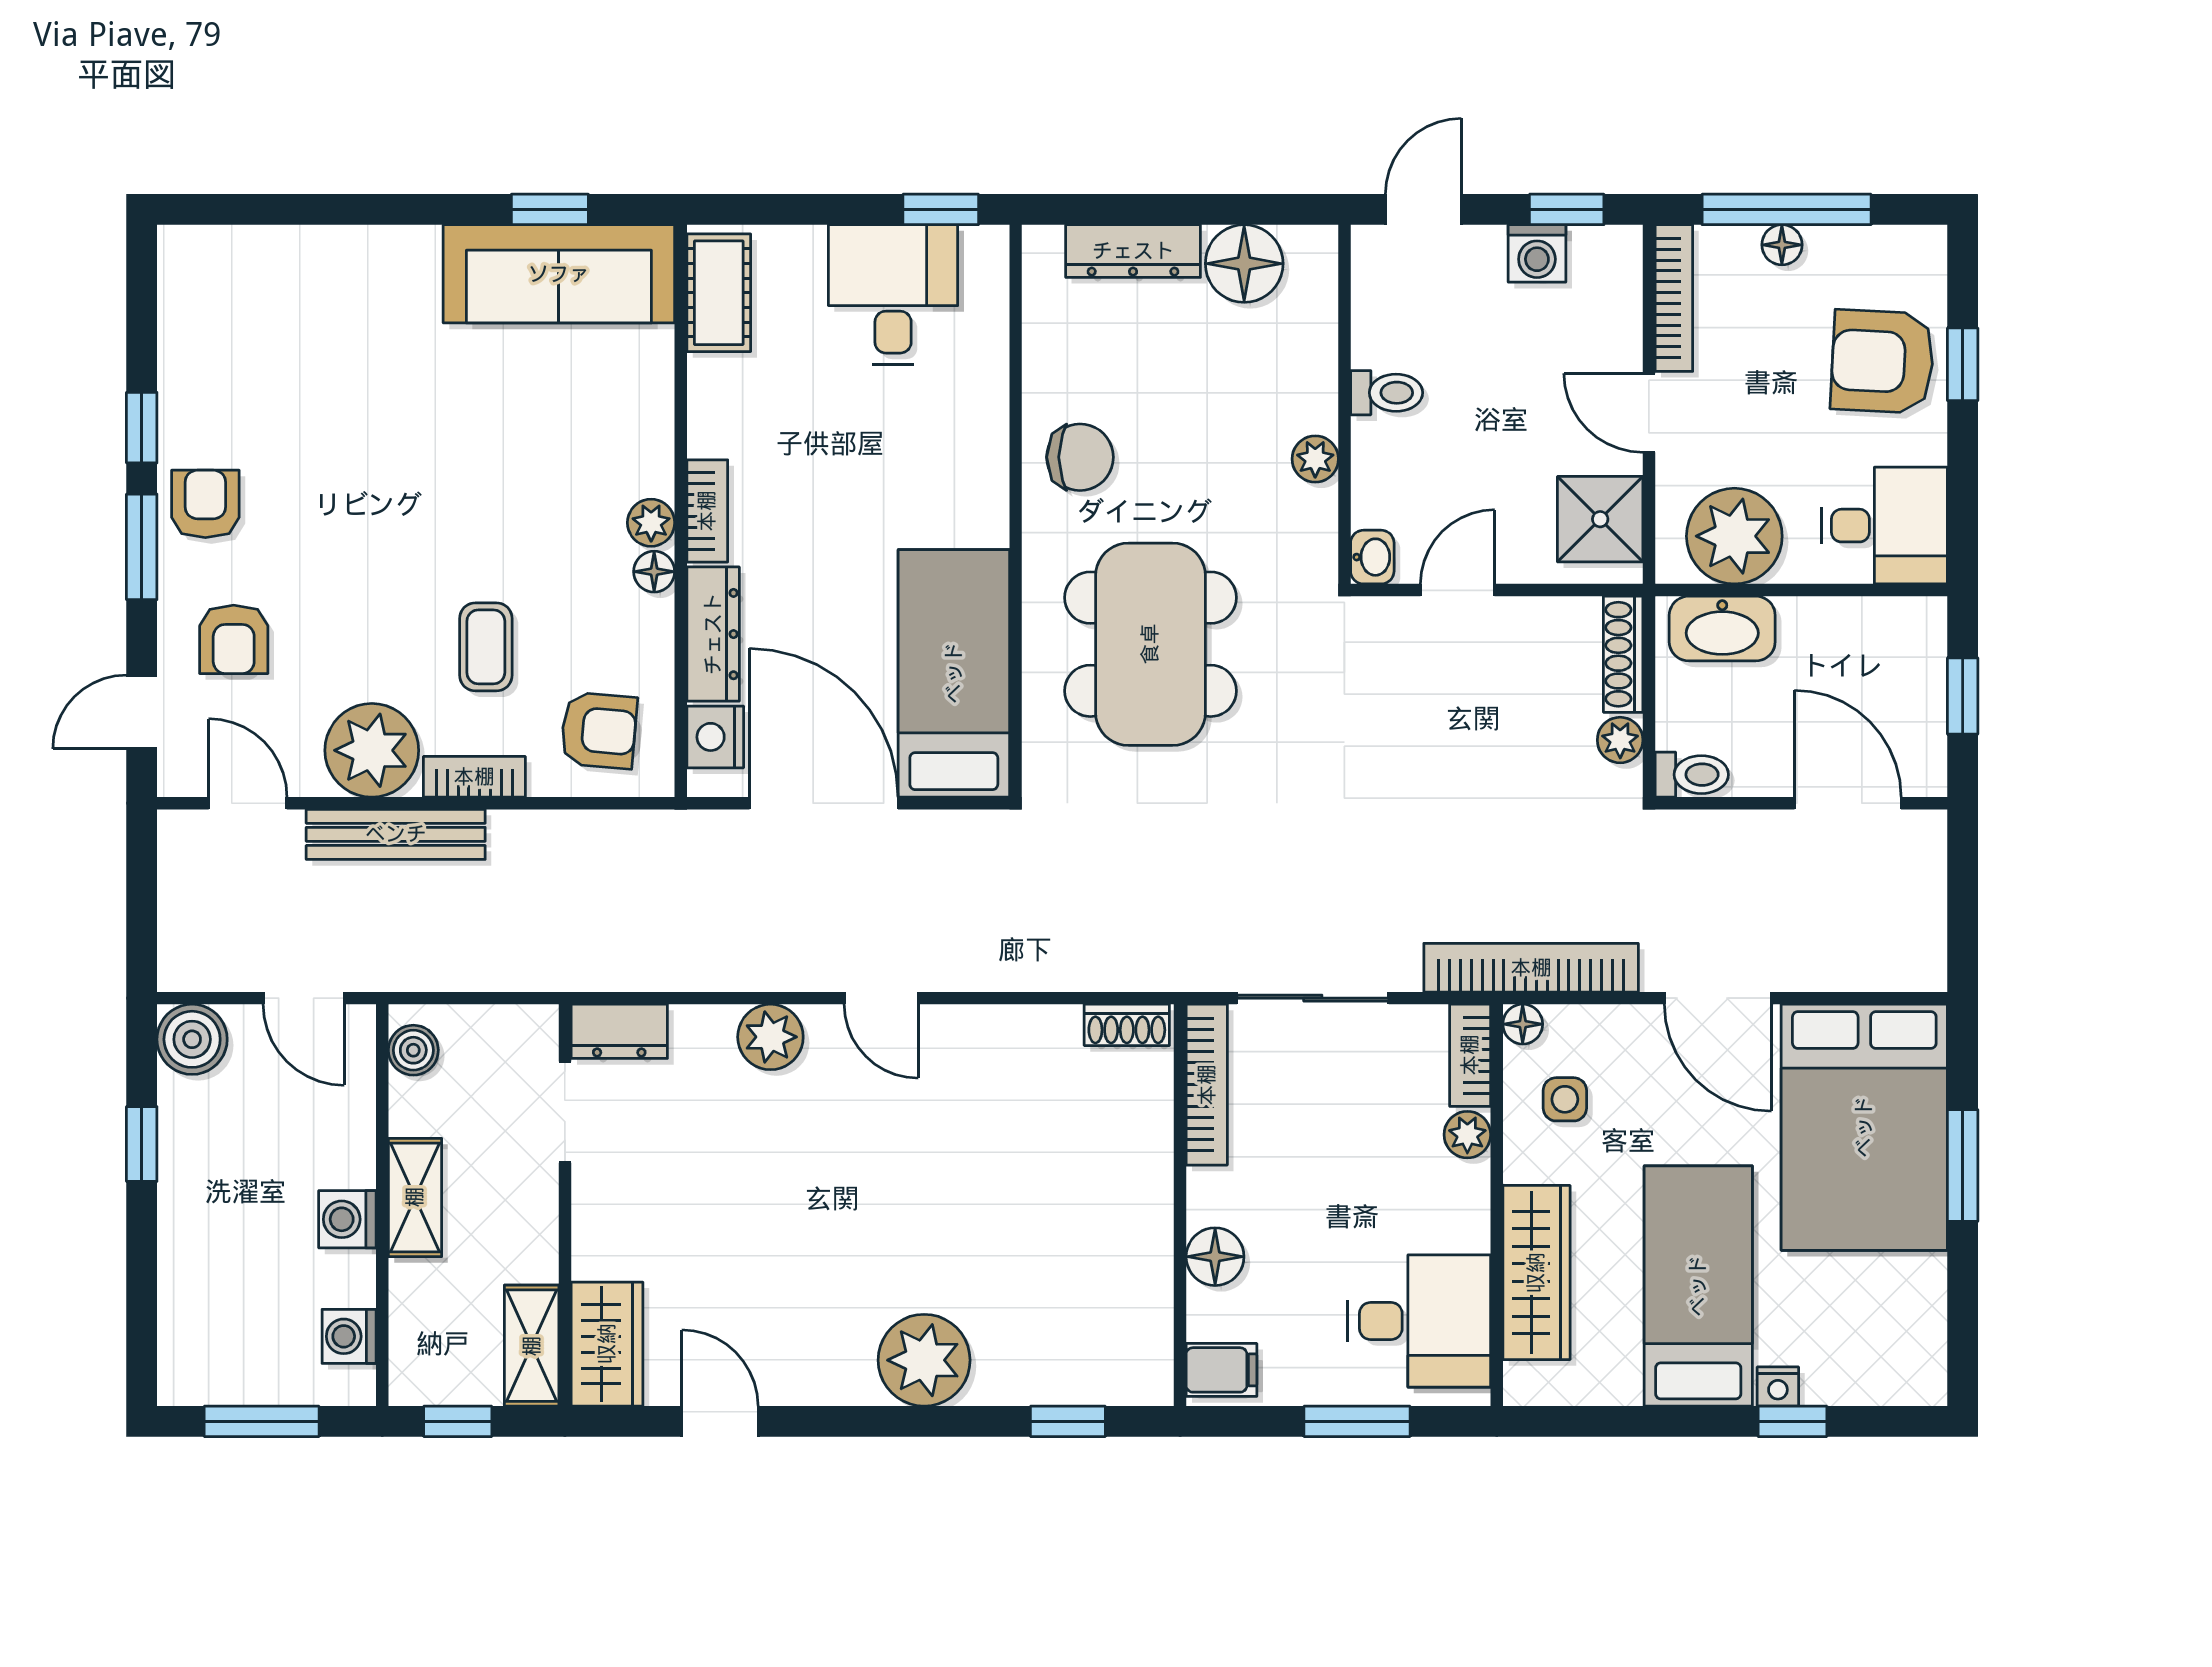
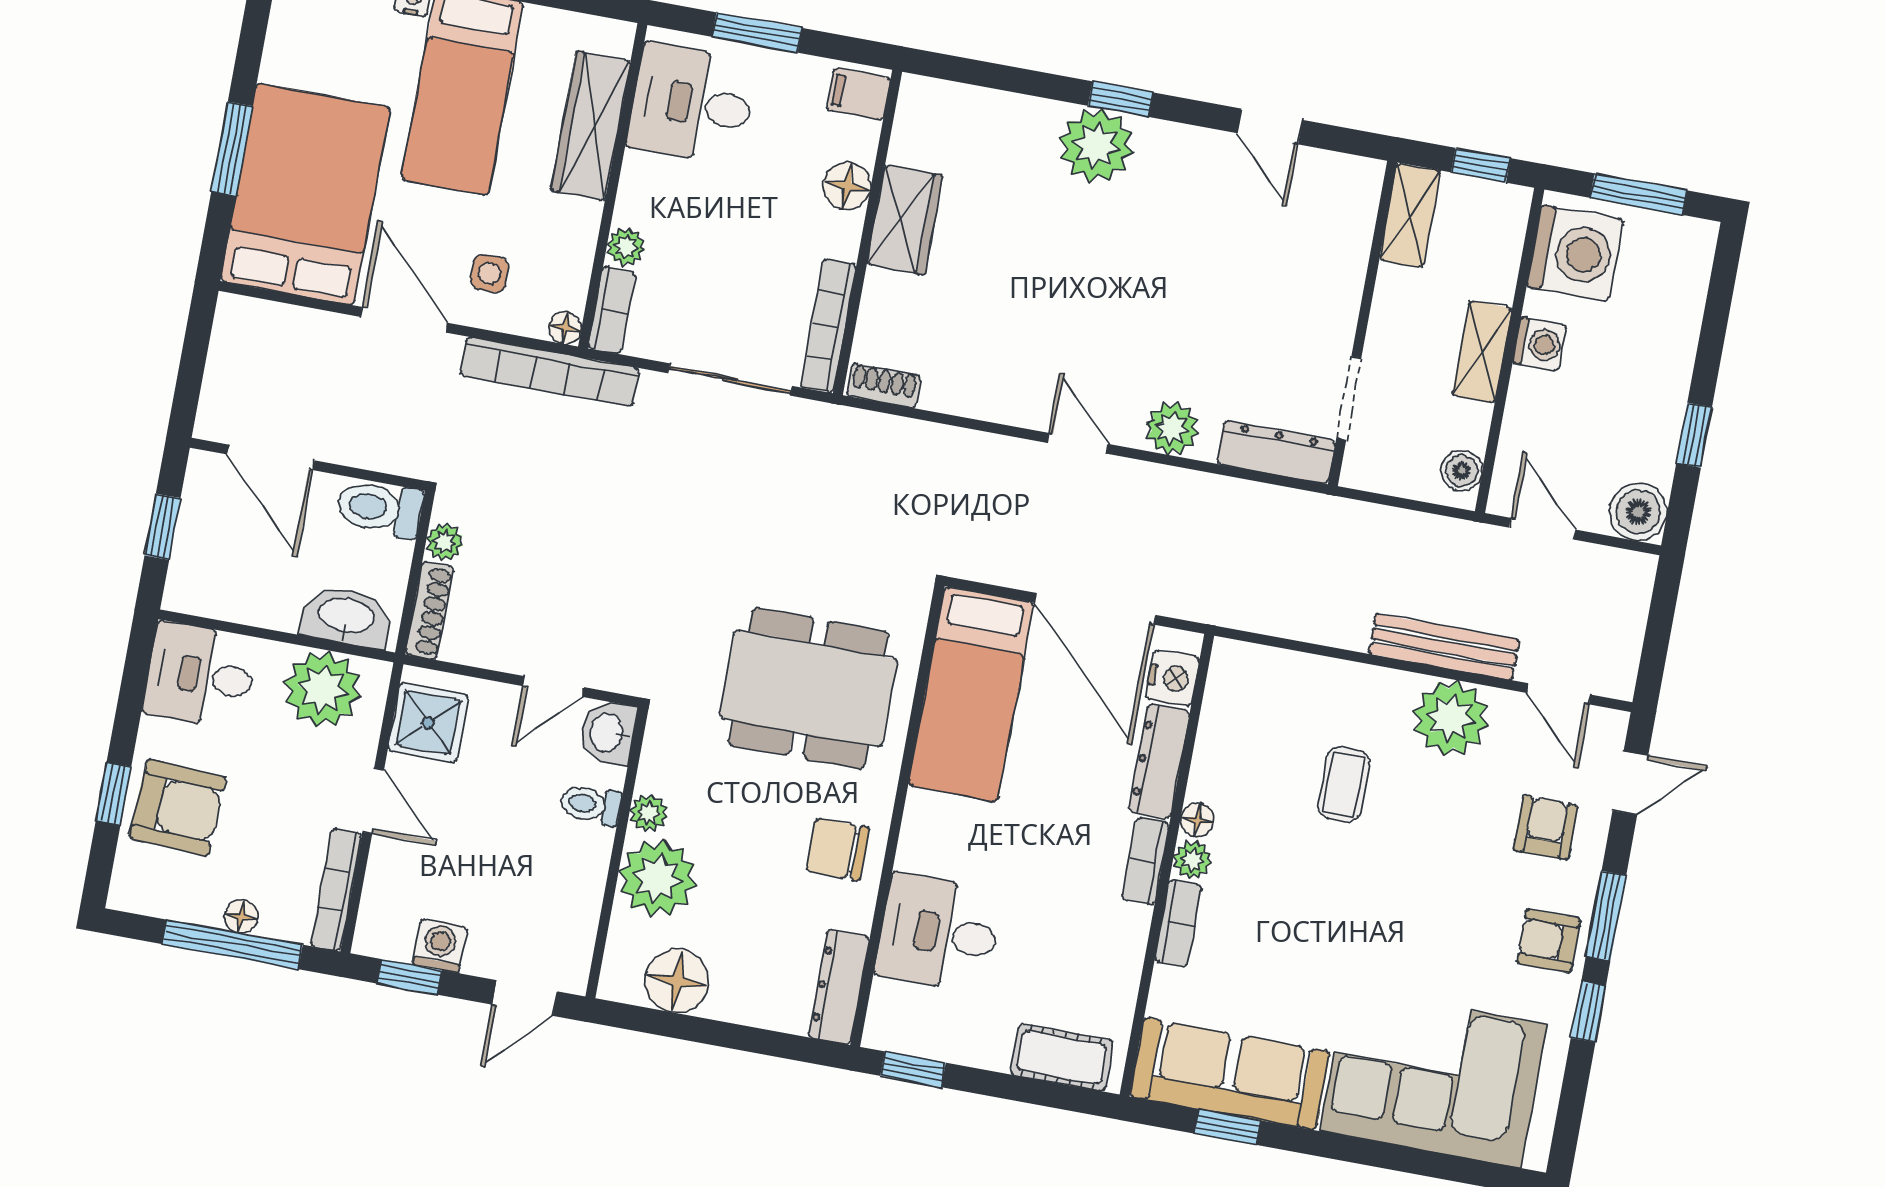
dresser: (1133, 251) -> (839, 987), moved, turned -90
cot: (719, 293) -> (1062, 1057), moved, turned 90
desk: (893, 294) -> (939, 933), moved, turned 90
corner sofa: (313, 314) -> (1433, 1078), added
plant: (1290, 383) -> (657, 878), added
toilet: (1387, 393) -> (591, 805), moved
armchair: (205, 504) -> (1548, 941), turned 90
washbasin: (1372, 557) -> (608, 733), width x1.38, depth x1.45
dining table: (1150, 644) -> (808, 688), turned 90
armchair: (599, 730) -> (1265, 700), removed
toilet: (1692, 775) -> (379, 508), width x1.37, depth x1.39
bookcase: (474, 777) -> (1178, 923), moved, turned -90
dresser: (619, 1031) -> (1276, 452), width x1.44
side table: (1565, 1099) -> (490, 273), moved
washing machine: (349, 1336) -> (1575, 253), width x1.89, depth x1.89
wardrobe: (607, 1344) -> (905, 220), moved, turned 180
window: (1068, 1421) -> (1121, 99), moved

